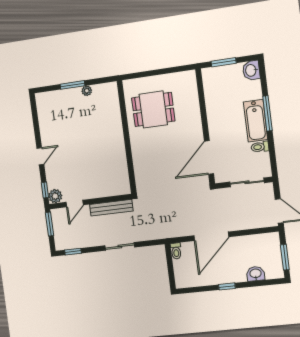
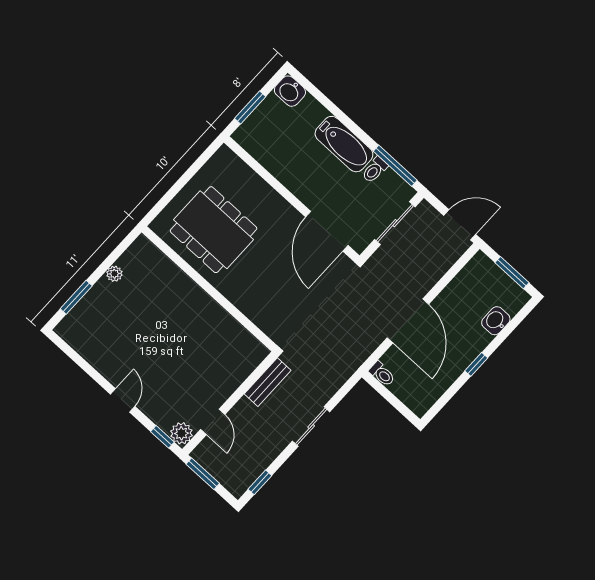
window: (73, 85) -> (76, 297), moved
dining table: (153, 109) -> (214, 230), width x1.38
window: (267, 113) -> (395, 166), moved
bench: (111, 208) -> (268, 382), width x0.73

